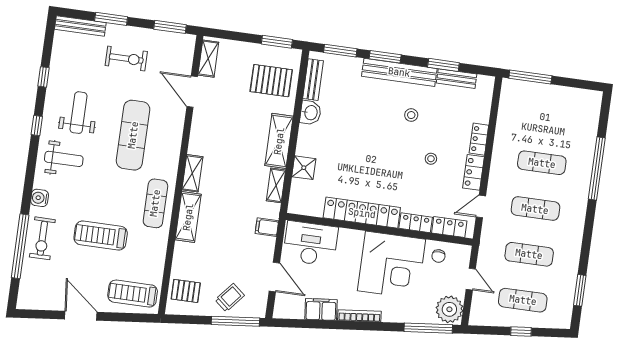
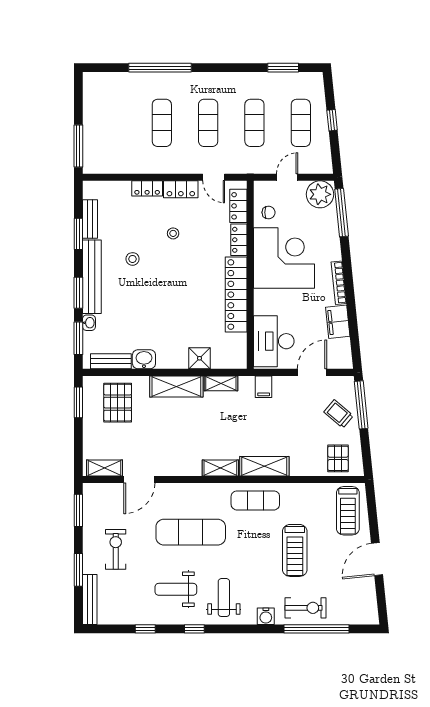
washbasin: (354, 63) -> (89, 323), added

